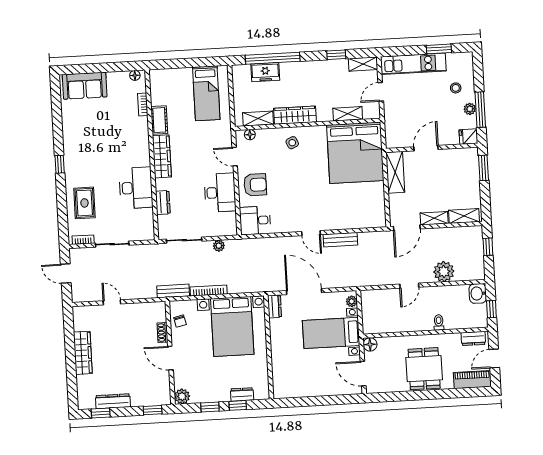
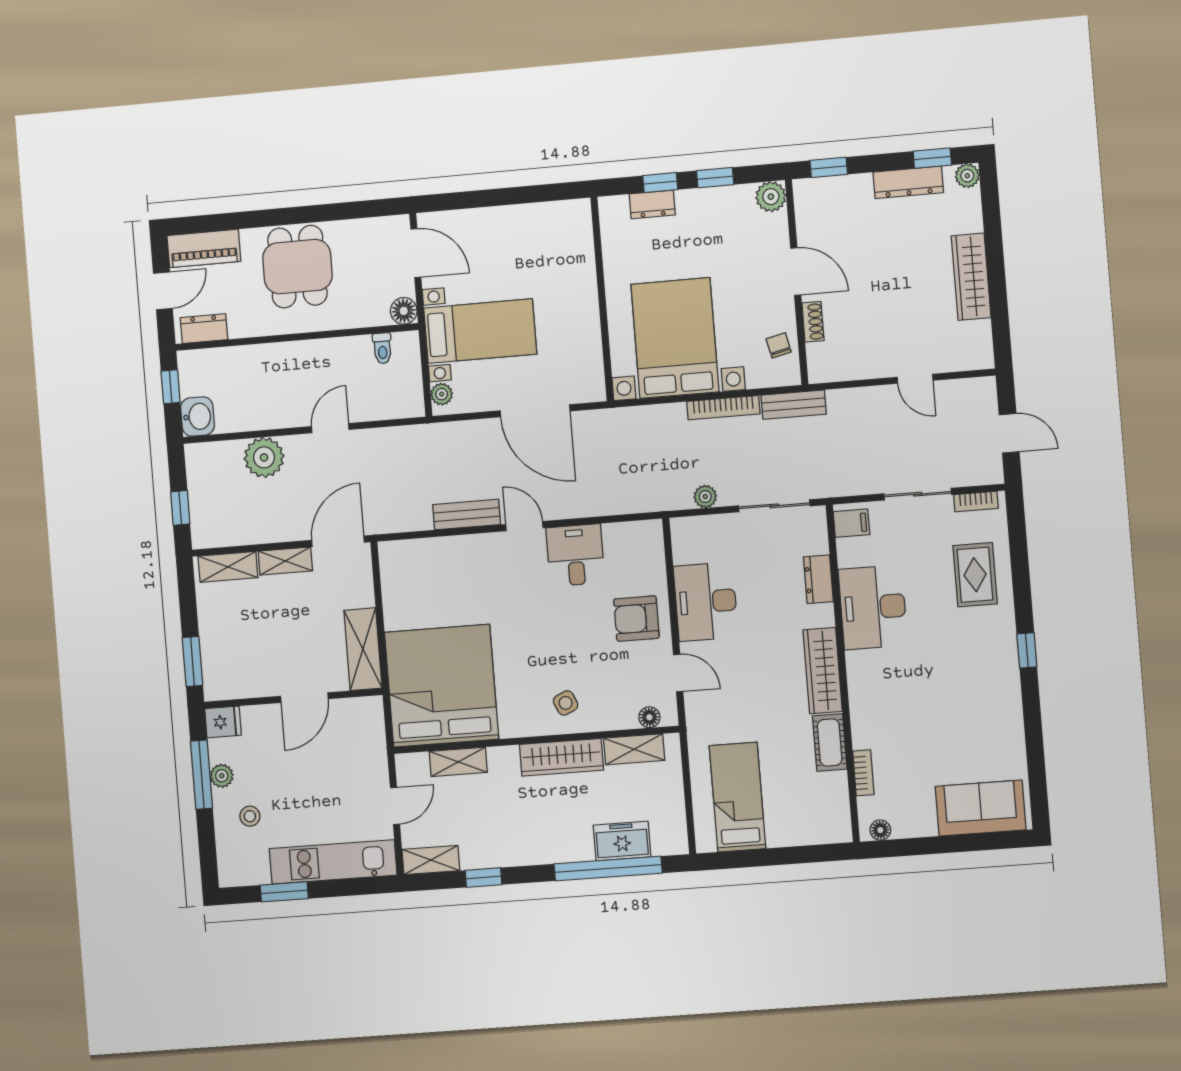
desk: (255, 220) -> (575, 555), moved, turned -90
filing cabinet: (146, 230) -> (851, 523), added
dresser: (275, 306) -> (592, 380), removed
toilet: (439, 322) -> (382, 348), moved
plant: (83, 404) -> (967, 176), added

